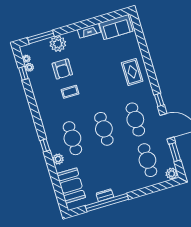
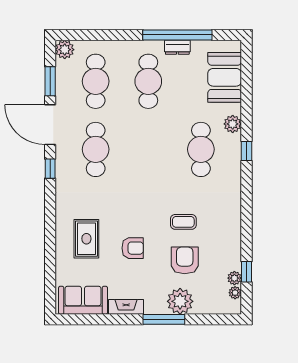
window: (41, 37) -> (164, 319), moved
armchair: (96, 67) -> (133, 248), added
rug: (132, 72) -> (86, 239), moved
cafe table: (104, 129) -> (148, 81), moved

